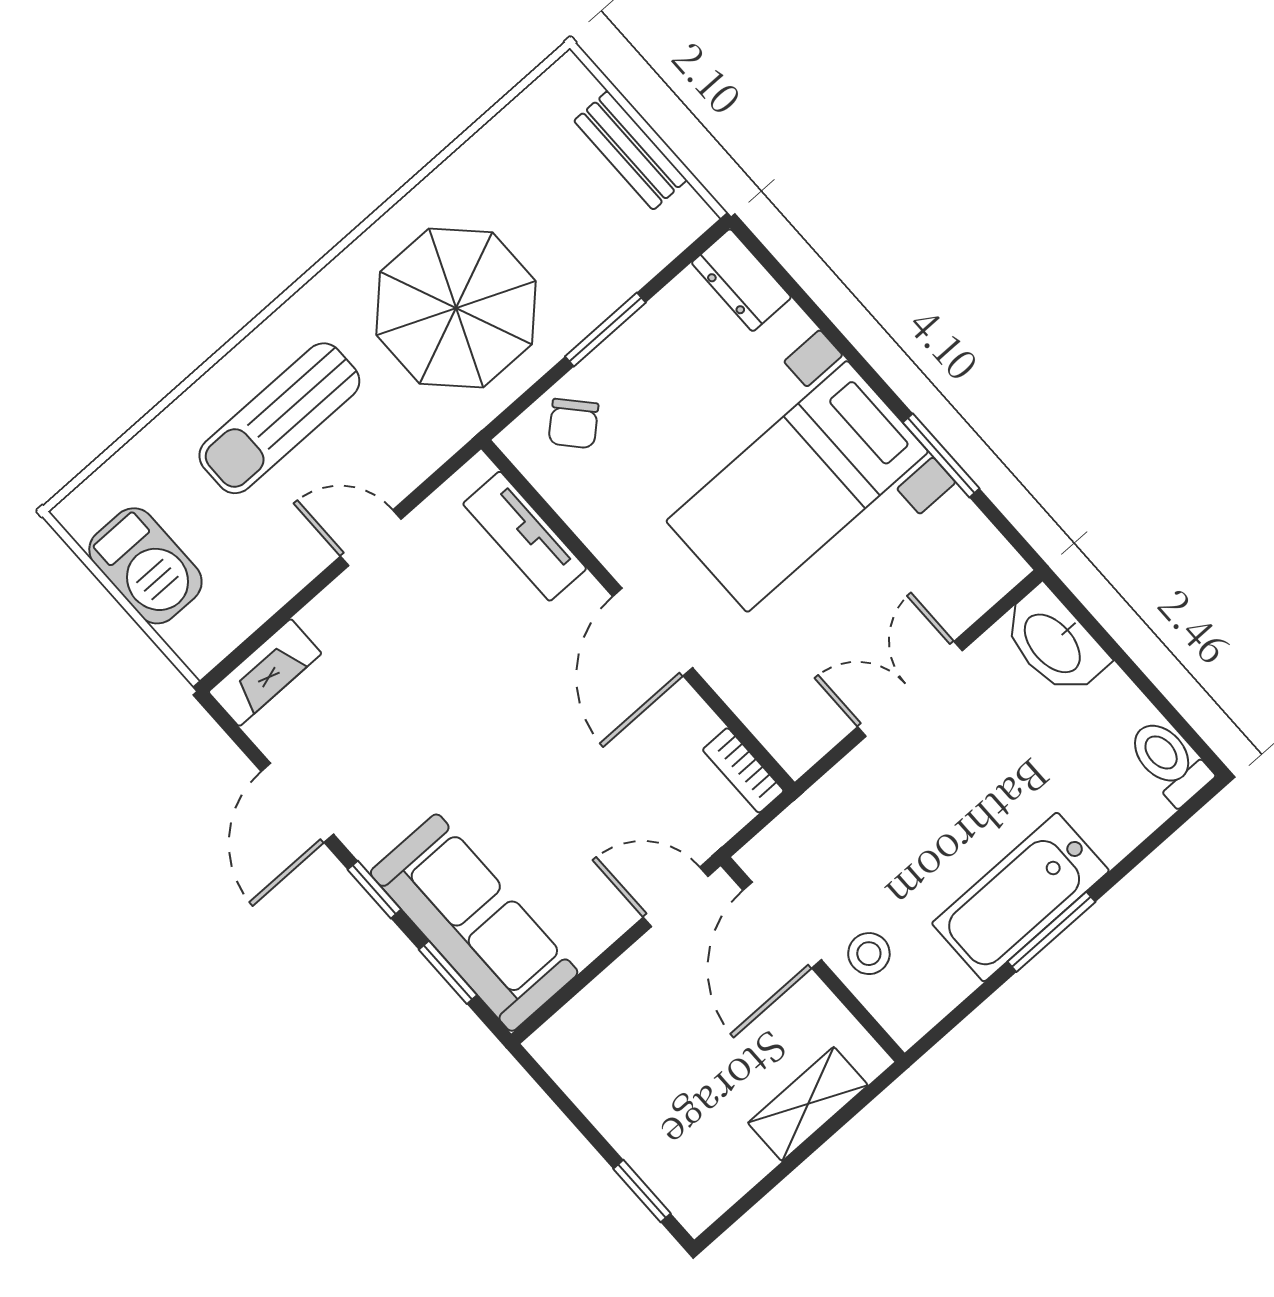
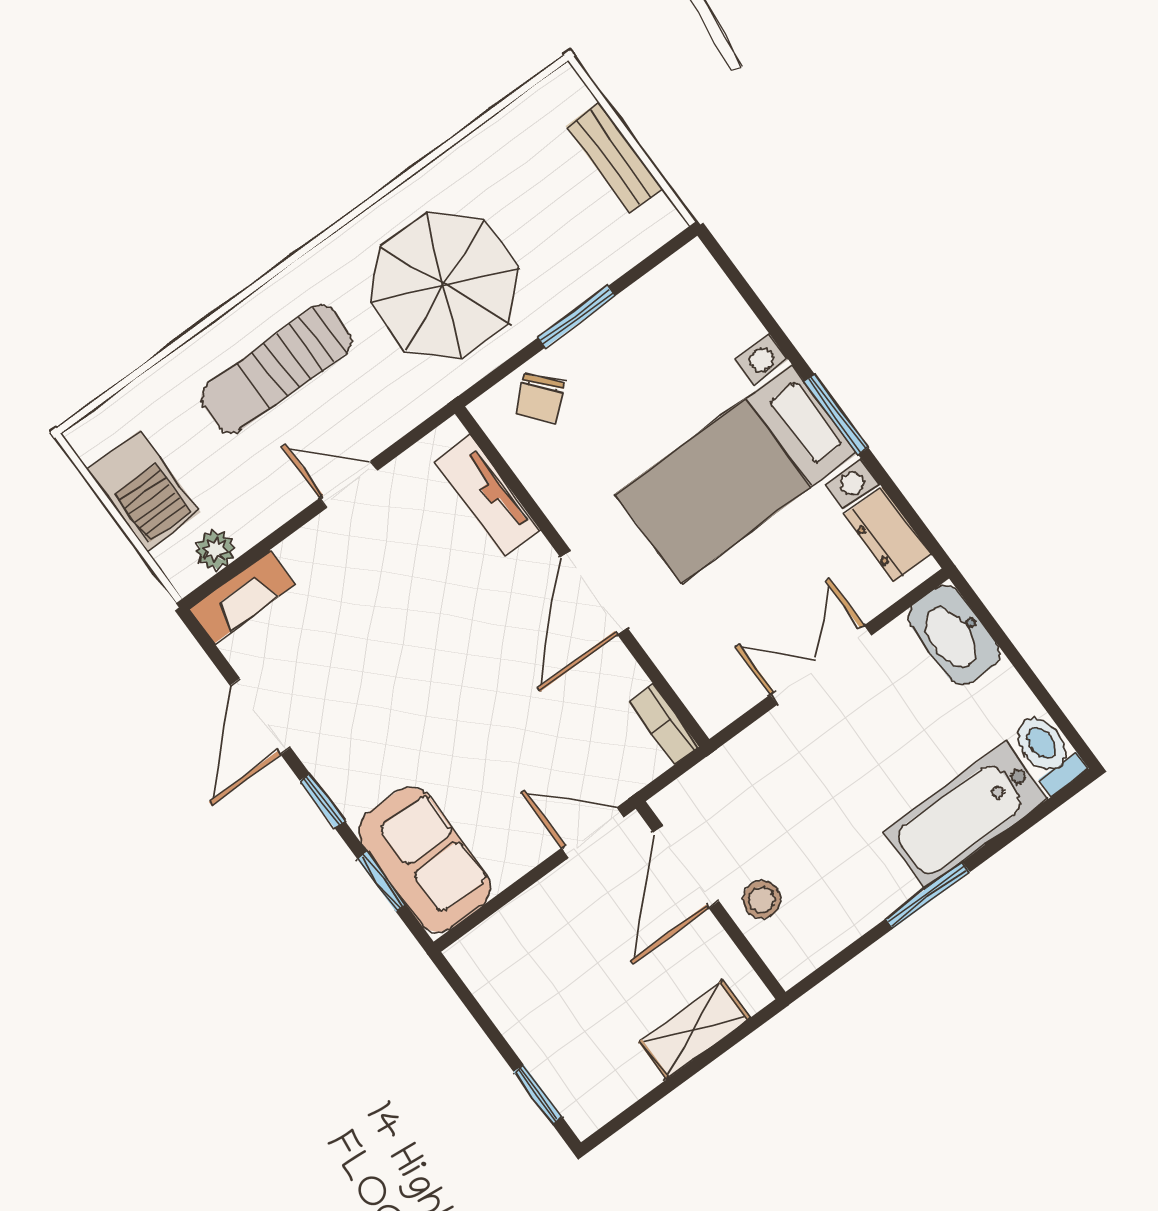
dresser: (741, 280) -> (888, 535), moved
window: (941, 455) -> (836, 414), moved
plant: (230, 624) -> (215, 550), added
bathtub: (1020, 897) -> (966, 815), moved
sofa: (474, 923) -> (425, 860), width x0.73

